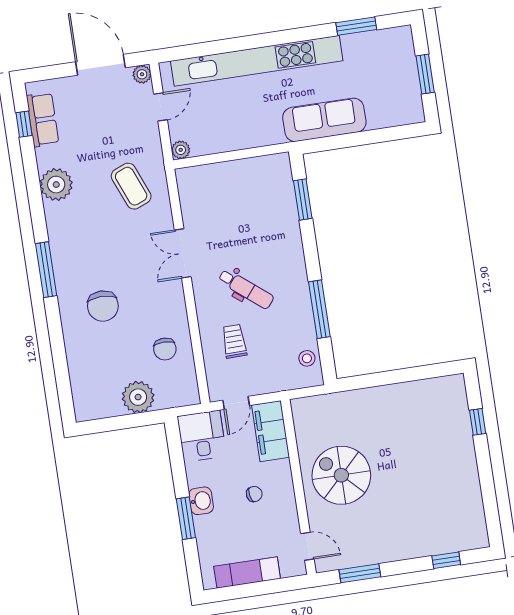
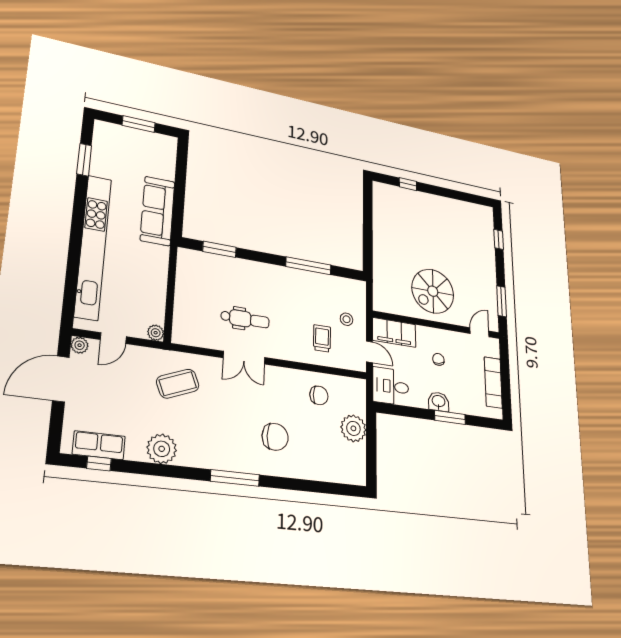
door: (161, 107) -> (113, 338), swing flipped
dental chair: (246, 289) -> (245, 319), moved, turned 51
trolley: (234, 341) -> (322, 338), turned 91
stool: (307, 358) -> (347, 319), moved

